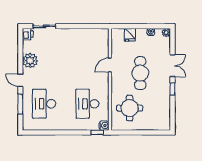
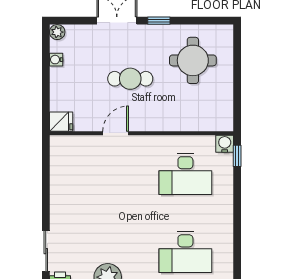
fridge: (130, 35) -> (61, 122), moved
door: (110, 65) -> (116, 133), swing flipped
cafe table: (140, 73) -> (130, 79), width x0.73, depth x0.74
round table: (130, 108) -> (193, 60), moved

